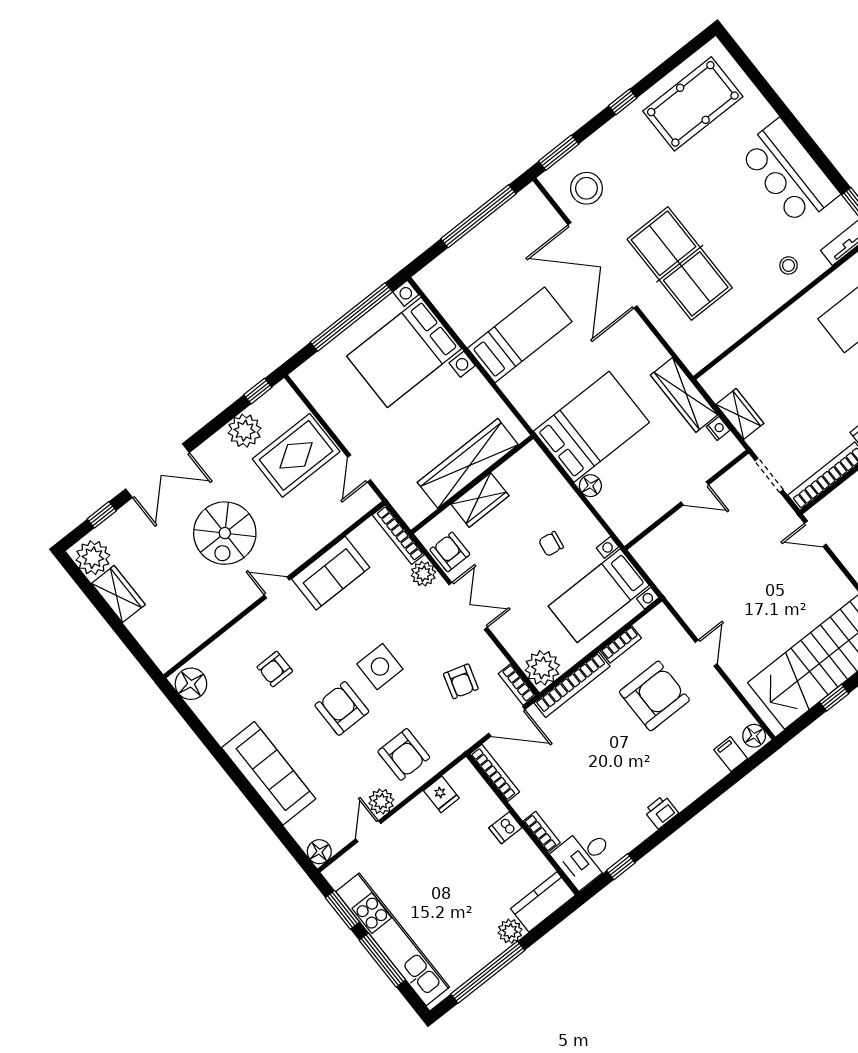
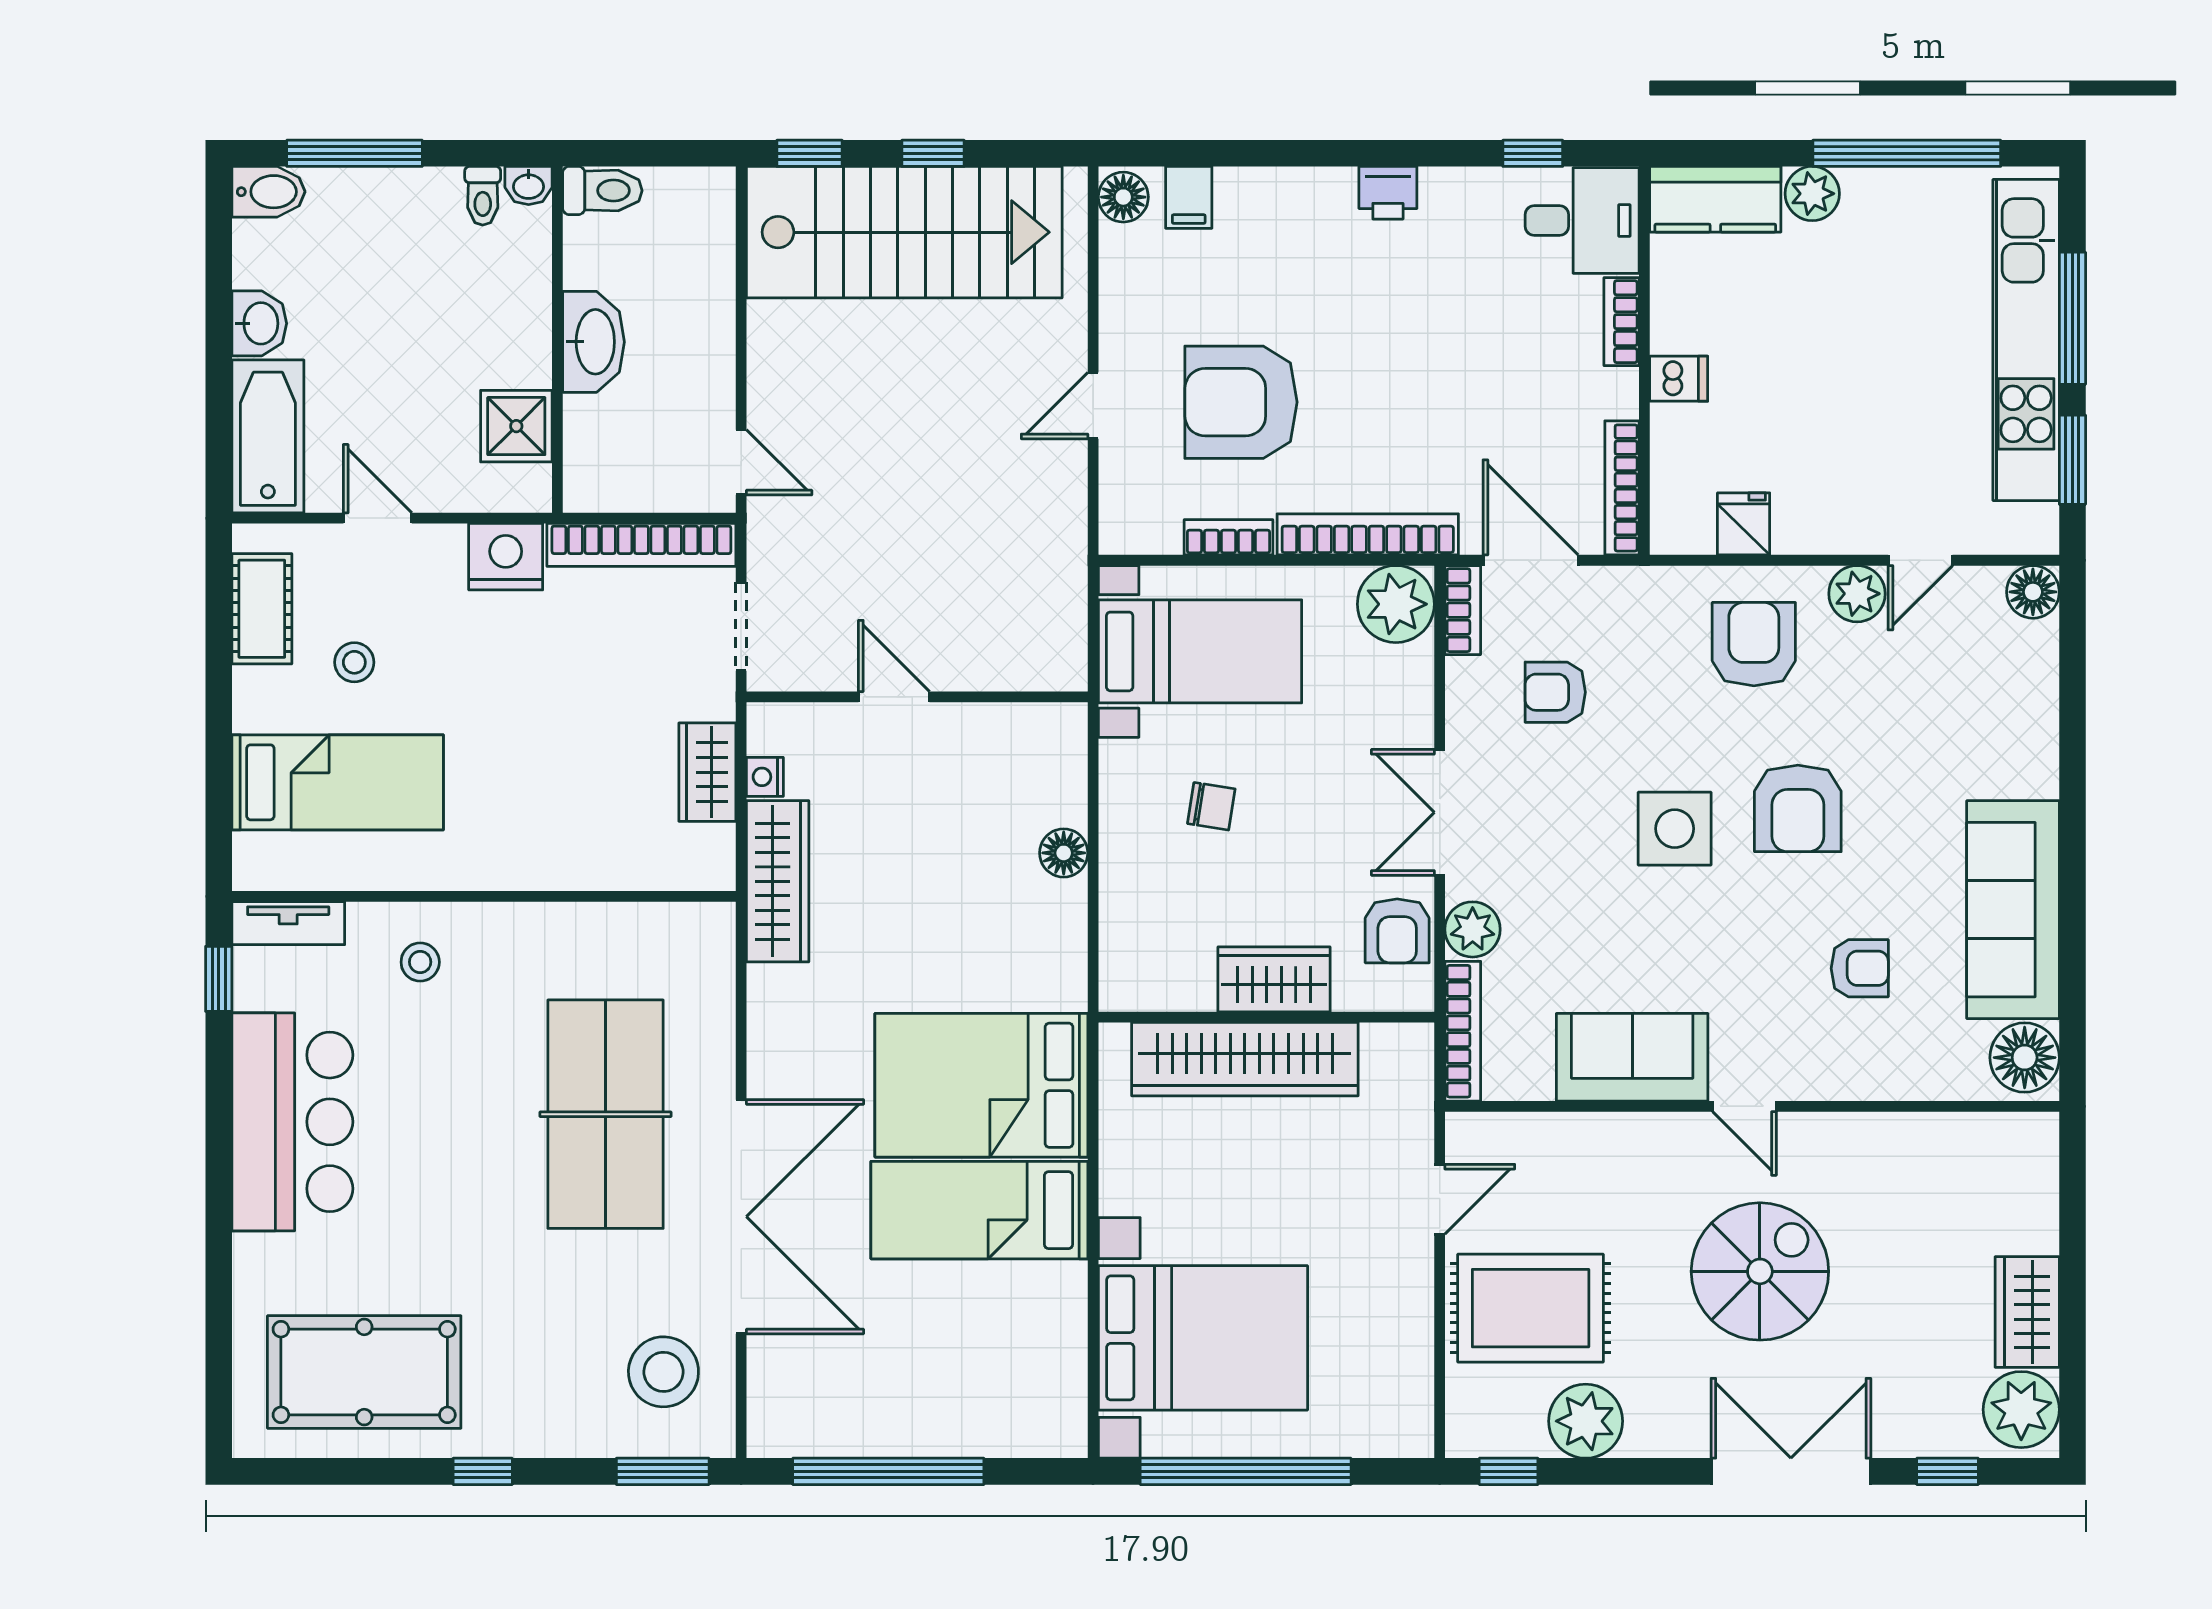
bed: (591, 427) -> (981, 1085), moved
armchair: (461, 681) -> (1555, 692), turned -107
sofa: (269, 773) -> (2013, 910), moved

